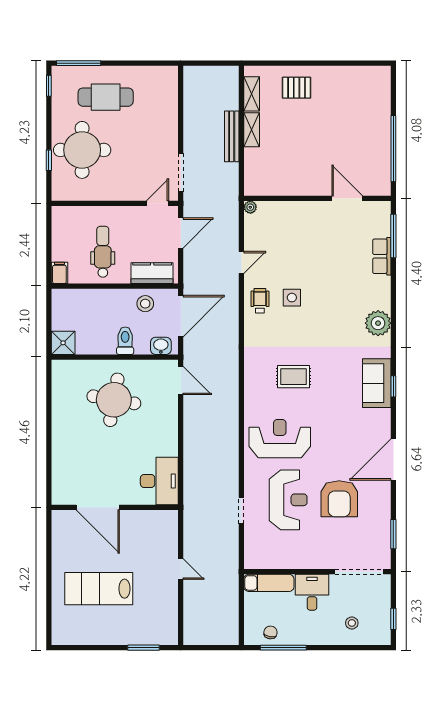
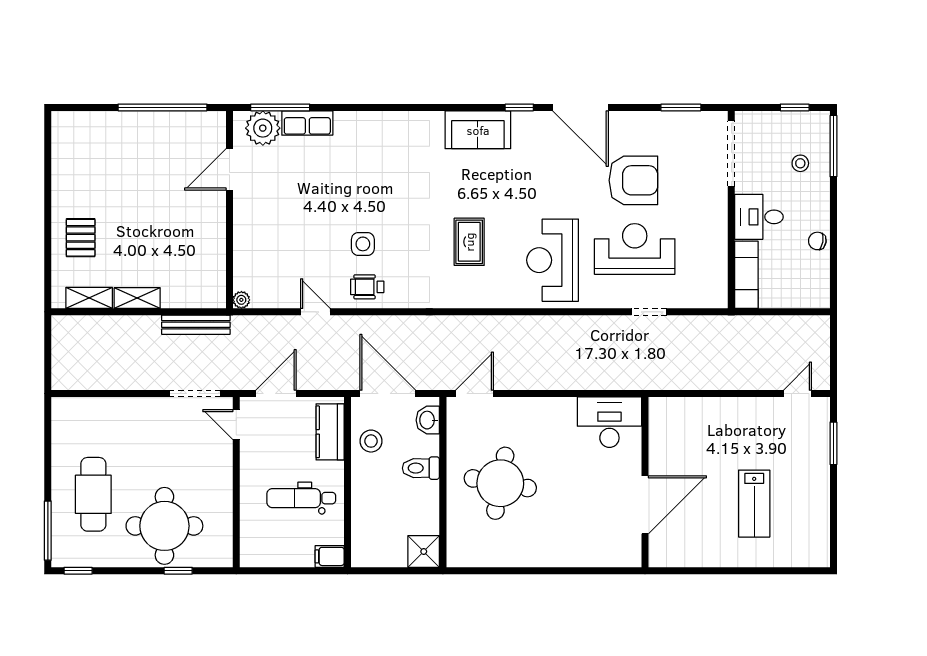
bench: (232, 136) -> (196, 325), moved
door: (181, 233) -> (276, 394), hinge flipped
plant: (378, 323) -> (263, 128), moved
window: (393, 386) -> (519, 107), moved
door: (181, 569) -> (797, 394), moved
lab bench: (99, 589) -> (754, 504), width x0.73, depth x0.72
chair: (270, 632) -> (817, 241), moved
window: (283, 648) -> (833, 146), moved

